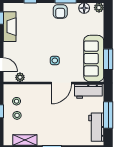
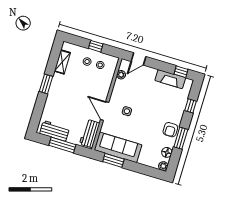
armchair: (60, 11) -> (170, 130), turned -90

